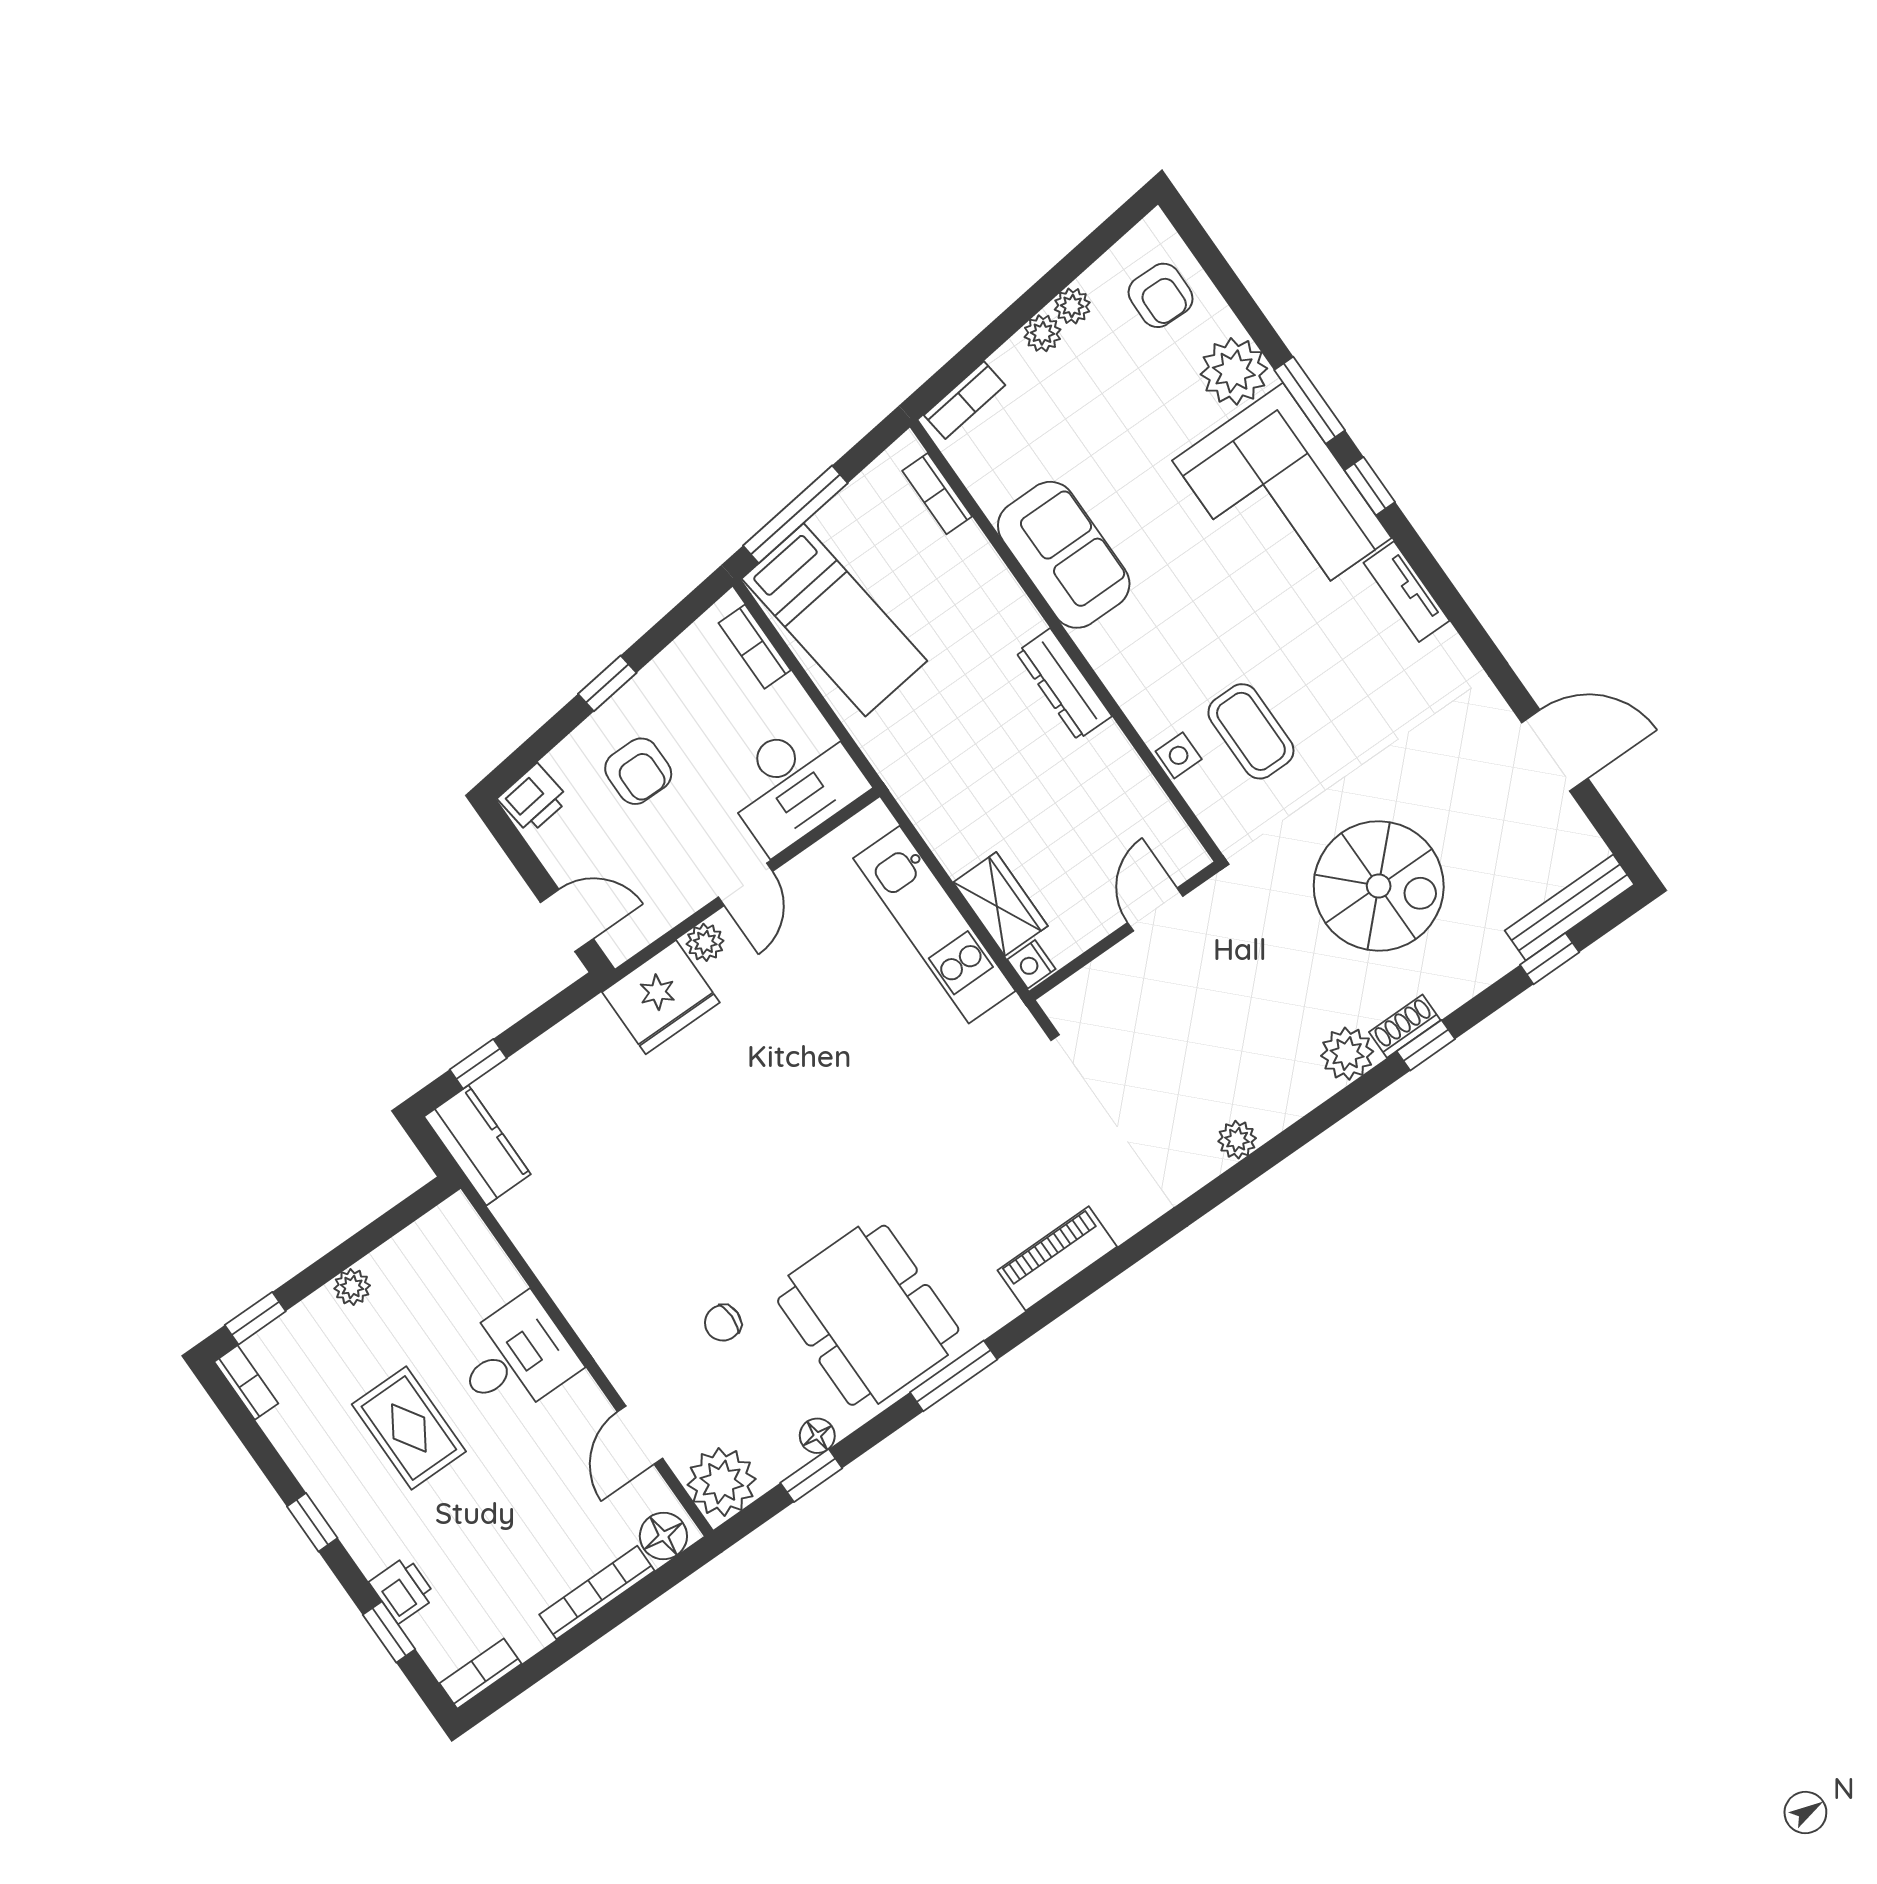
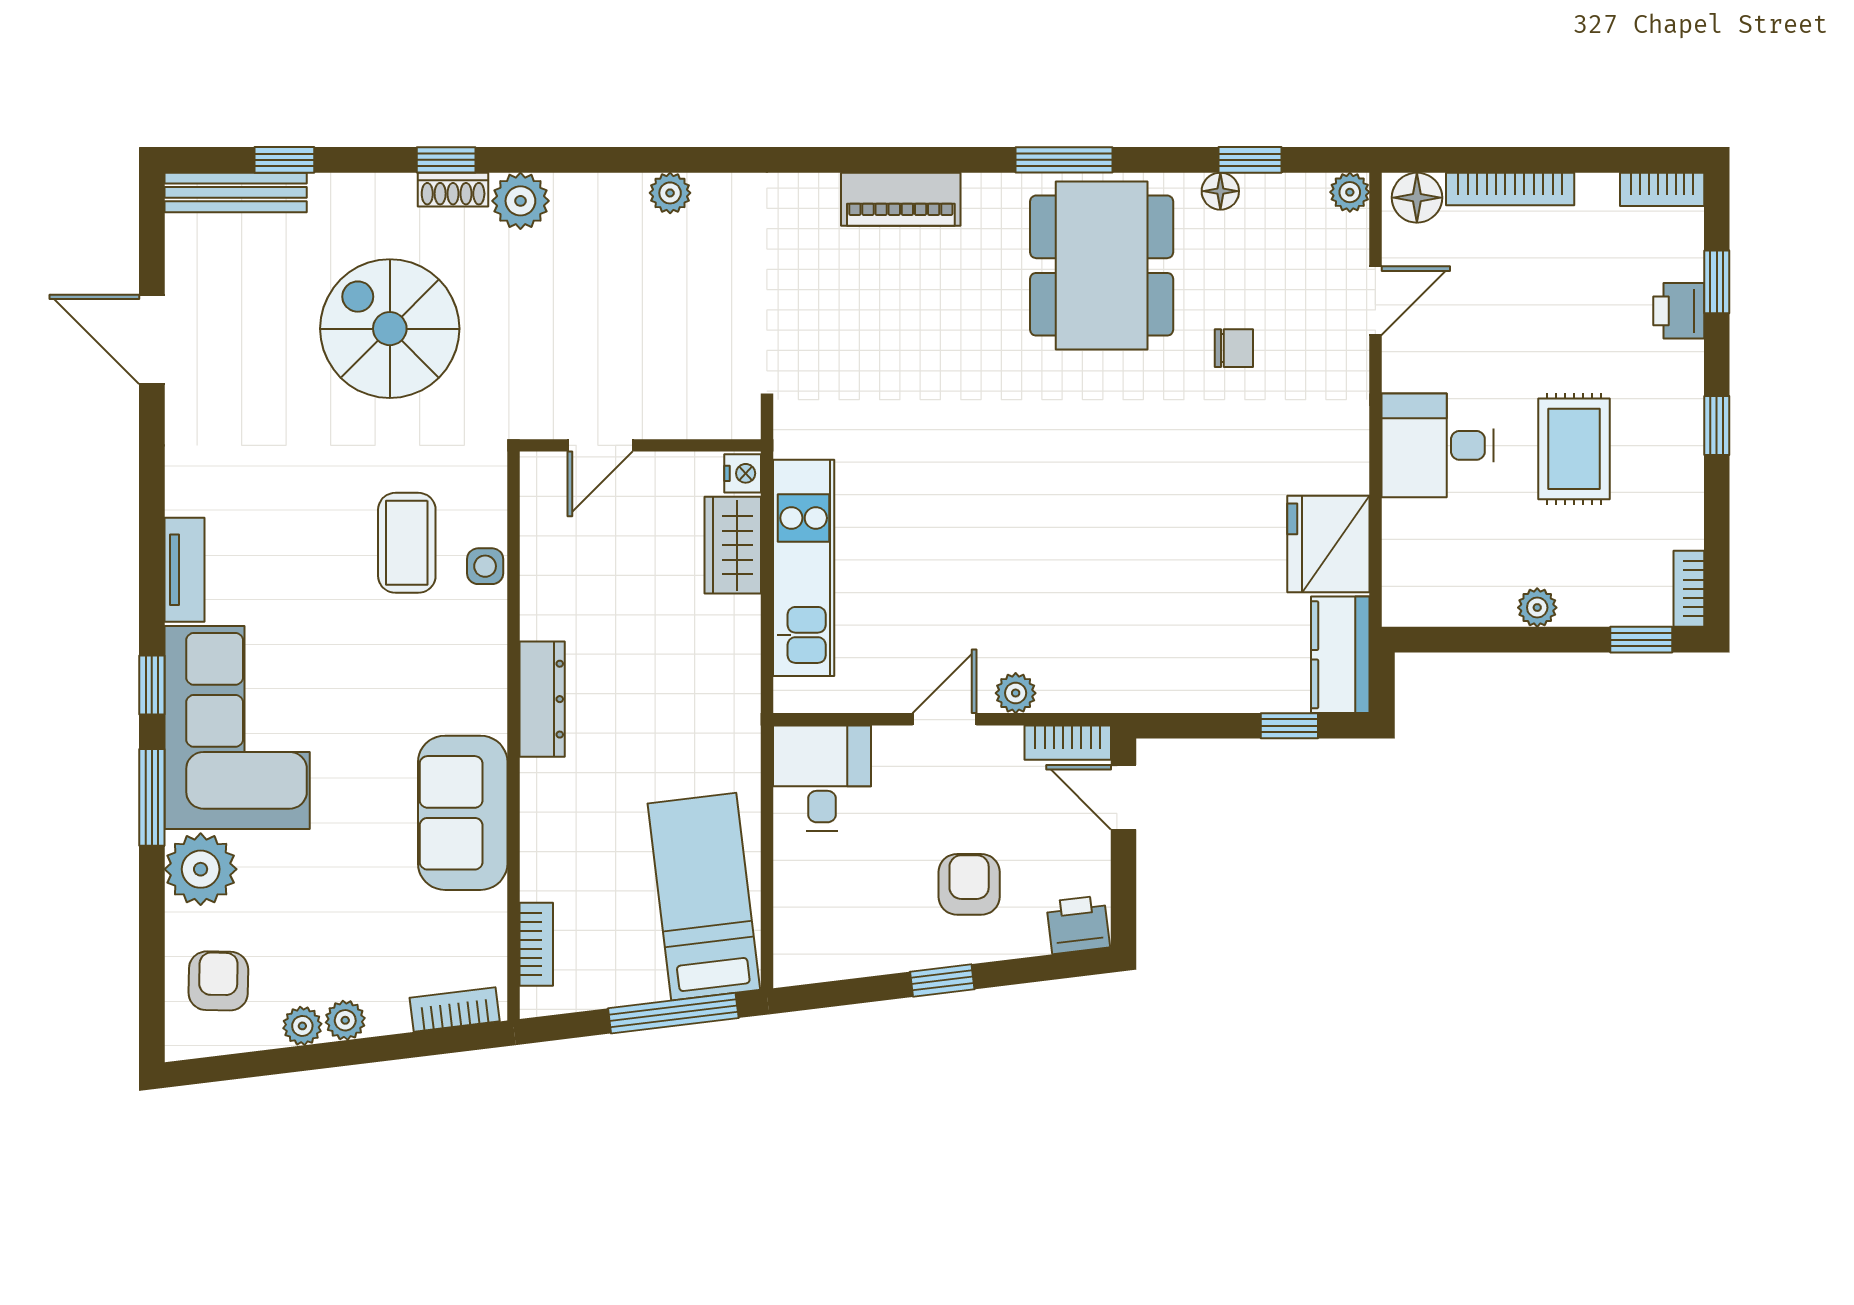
bookcase: (755, 647) -> (1068, 743), moved, turned 90
desk: (794, 783) -> (822, 778), width x0.73
fridge: (661, 997) -> (1328, 544), moved, turned -90
plant: (722, 1482) -> (1350, 192), width x0.53, depth x0.53

